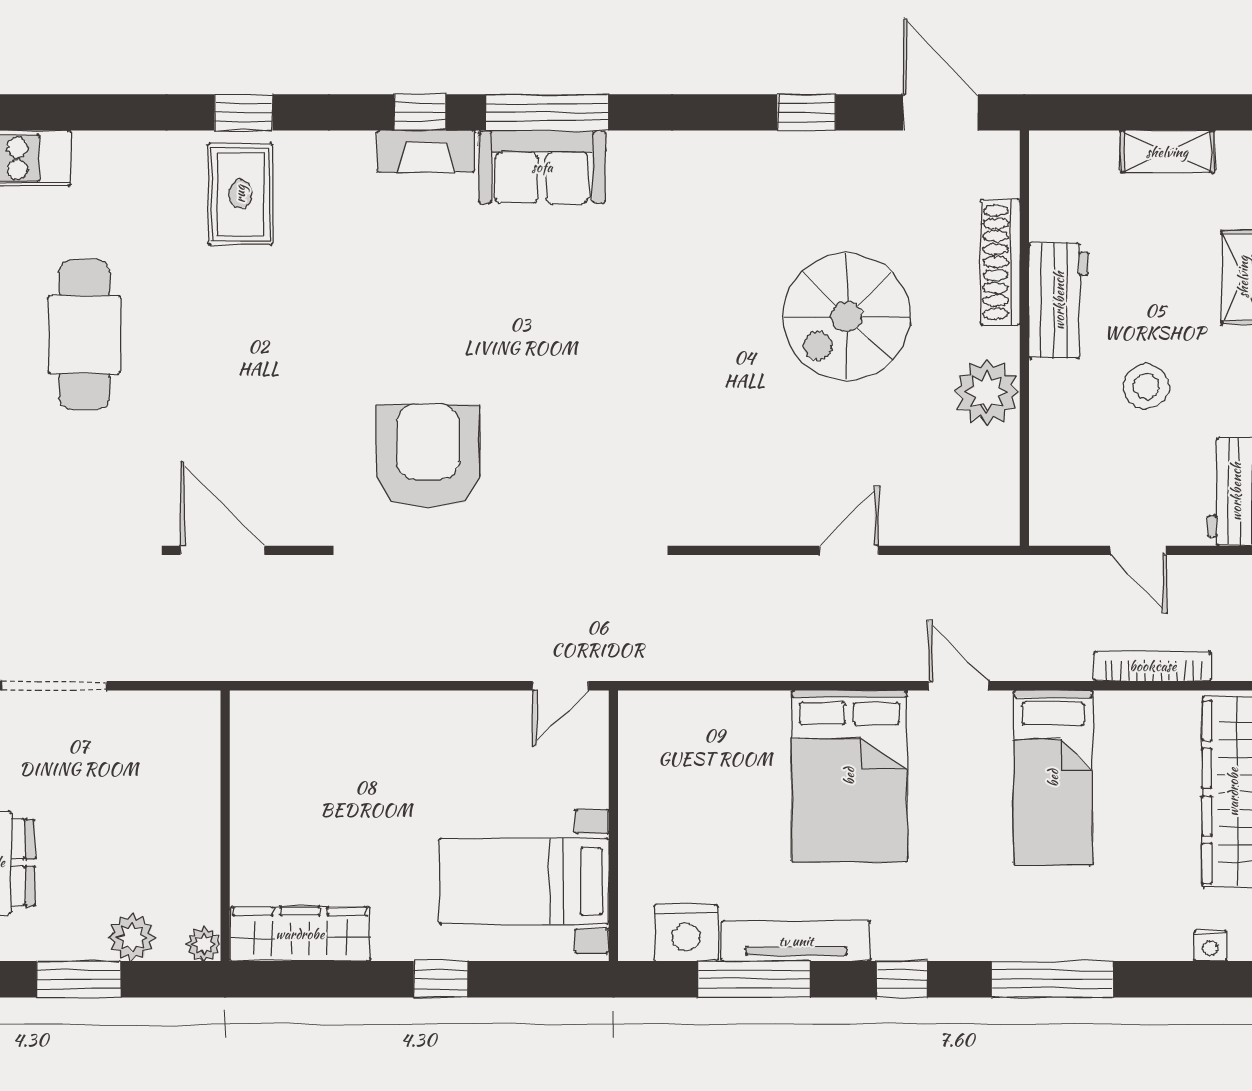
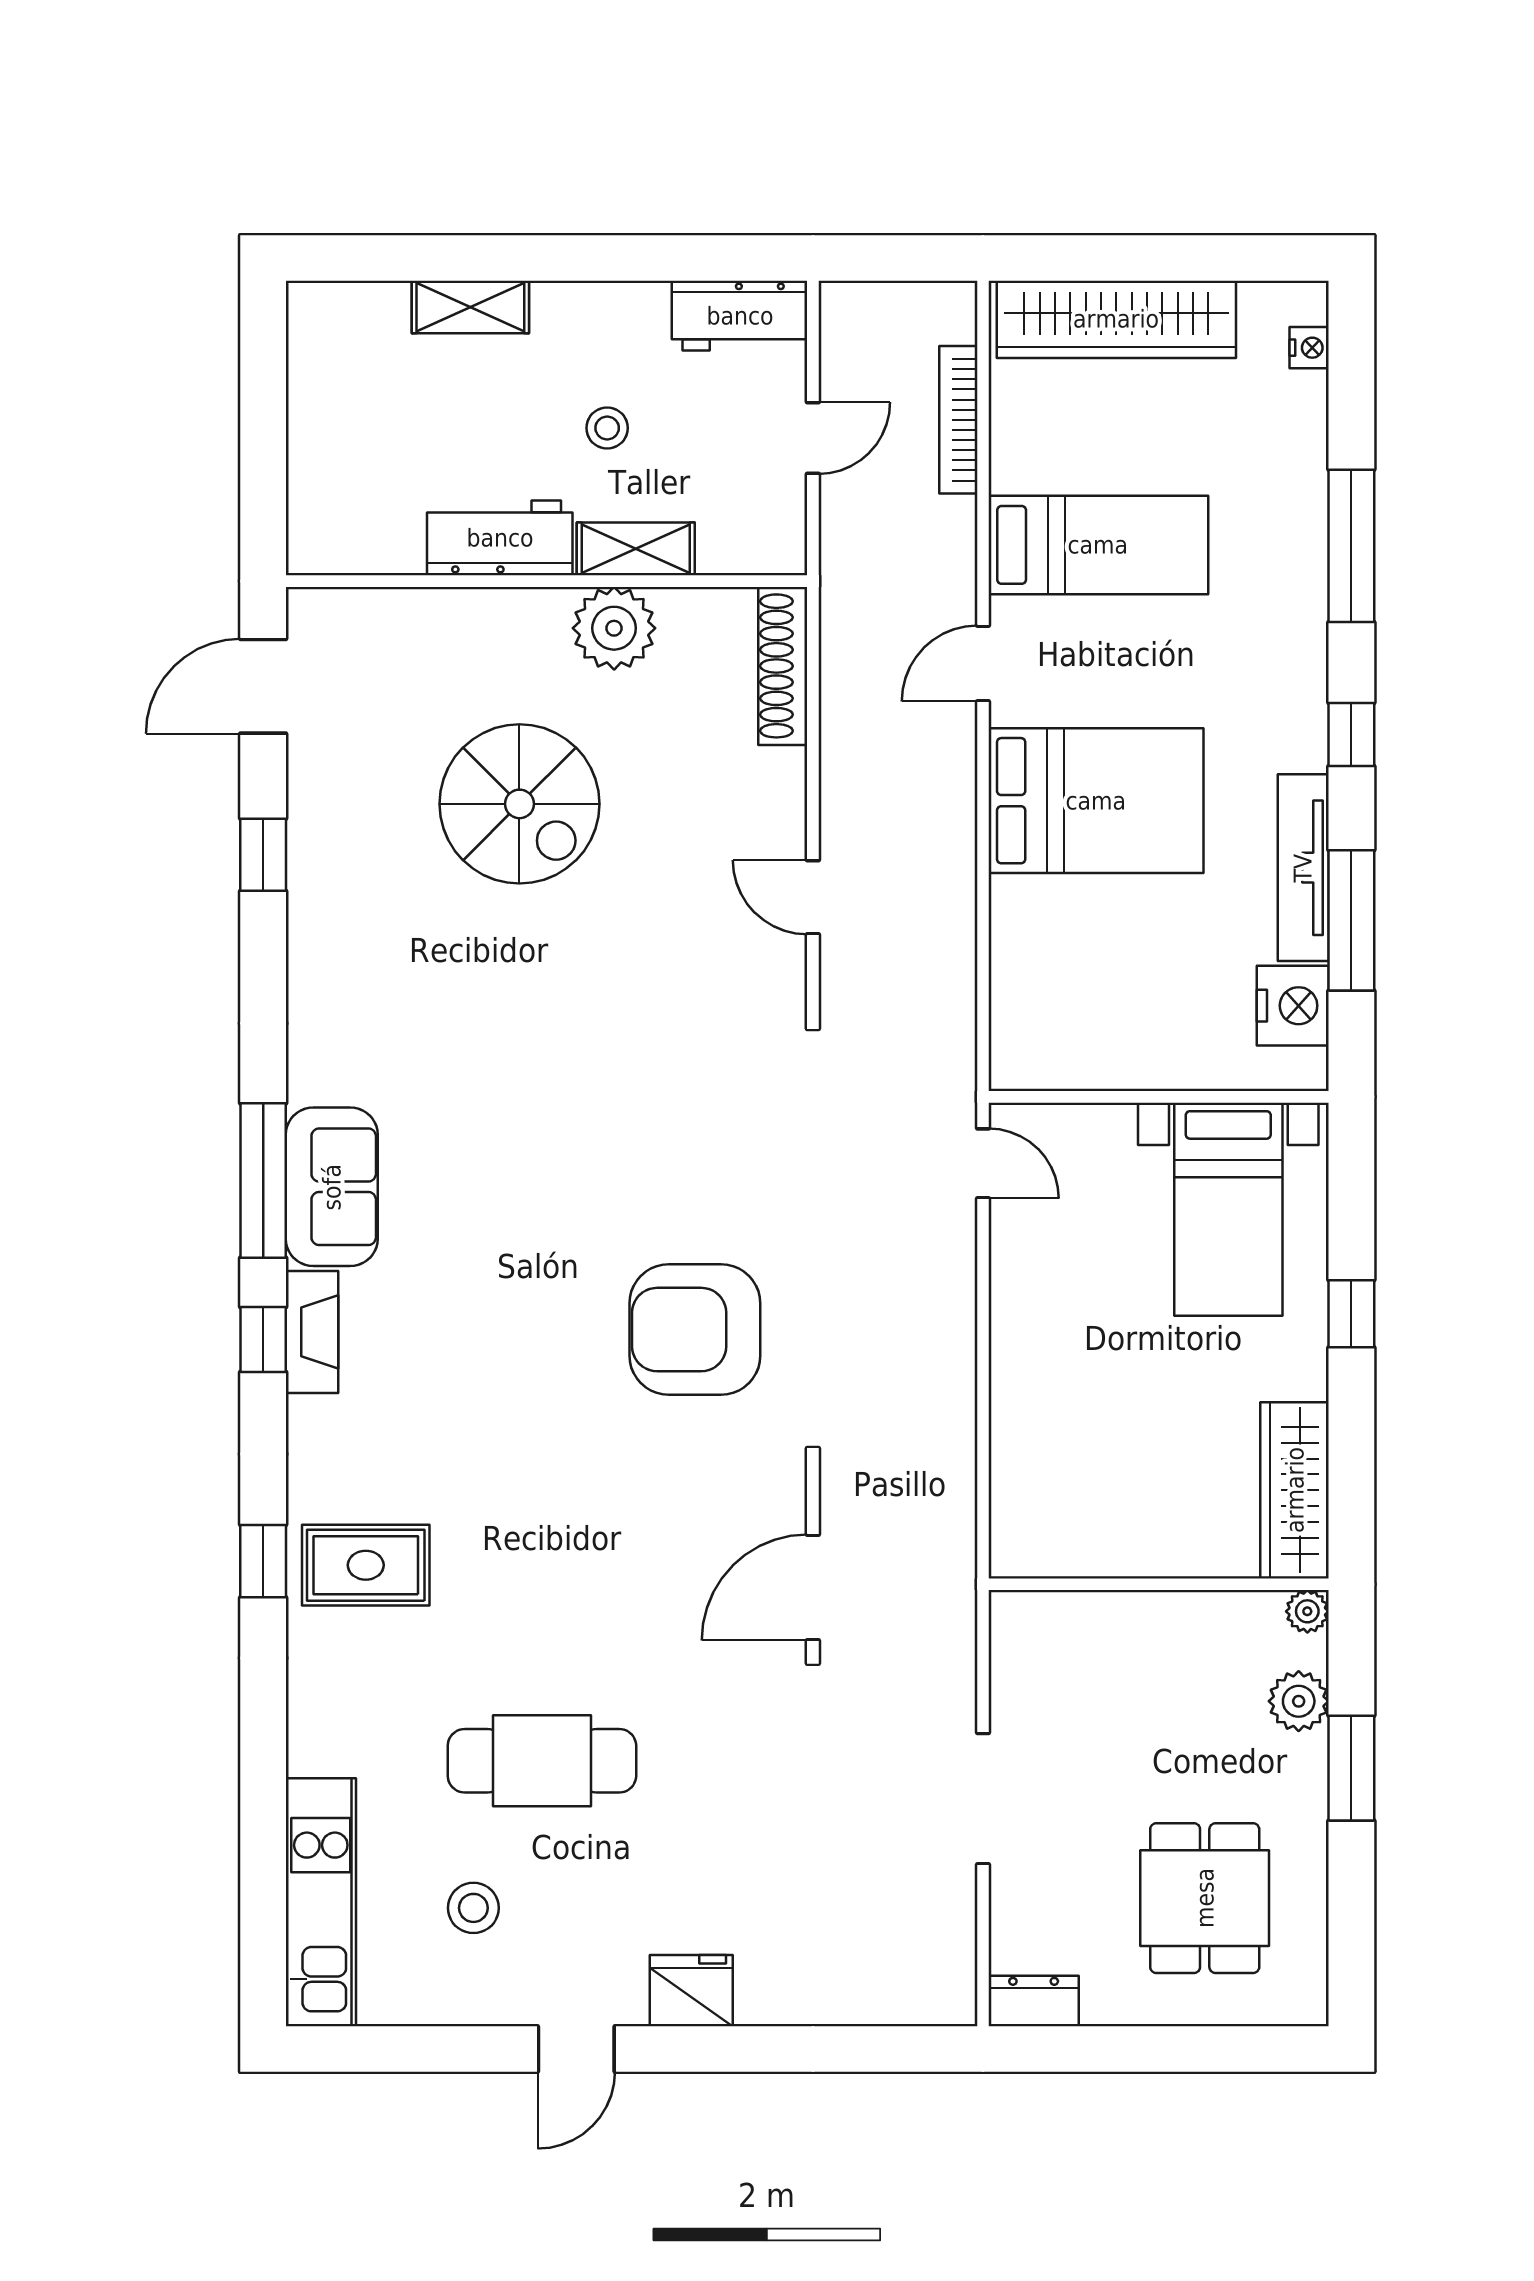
shelving: (1167, 152) -> (636, 549), moved, turned 90
shoe rack: (1000, 262) -> (783, 666), moved, turned 90
stool: (1146, 386) -> (607, 428), width x0.73, depth x0.73
door: (849, 550) -> (813, 897), moved

